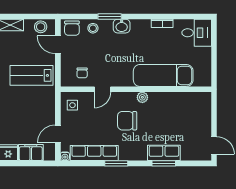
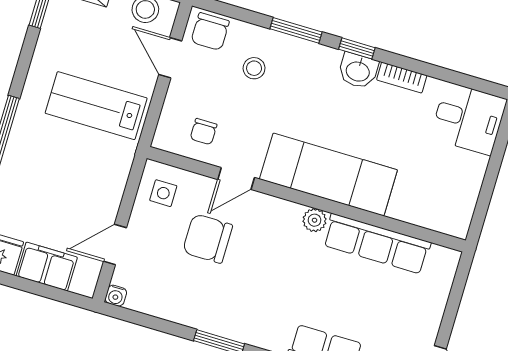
window: (139, 16) -> (357, 48), added
washbasin: (122, 26) -> (358, 71), moved
stool: (93, 28) -> (254, 68), moved
exam couch: (163, 75) -> (328, 175), moved
chair: (127, 121) -> (208, 239), moved
row of seats: (94, 153) -> (377, 244), moved, turned 180

